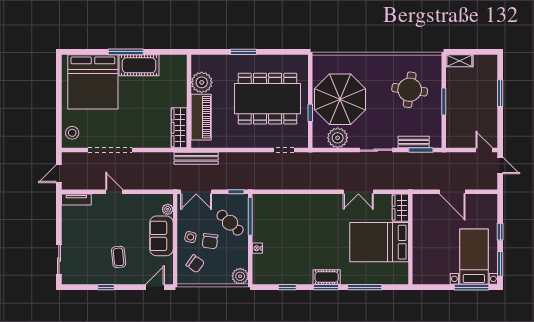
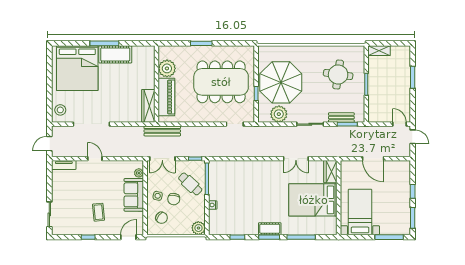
bed with nightstands: (474, 257) -> (360, 212), moved

